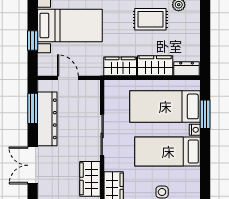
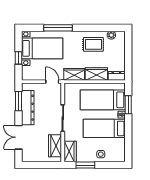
door: (68, 78) -> (52, 82), moved

